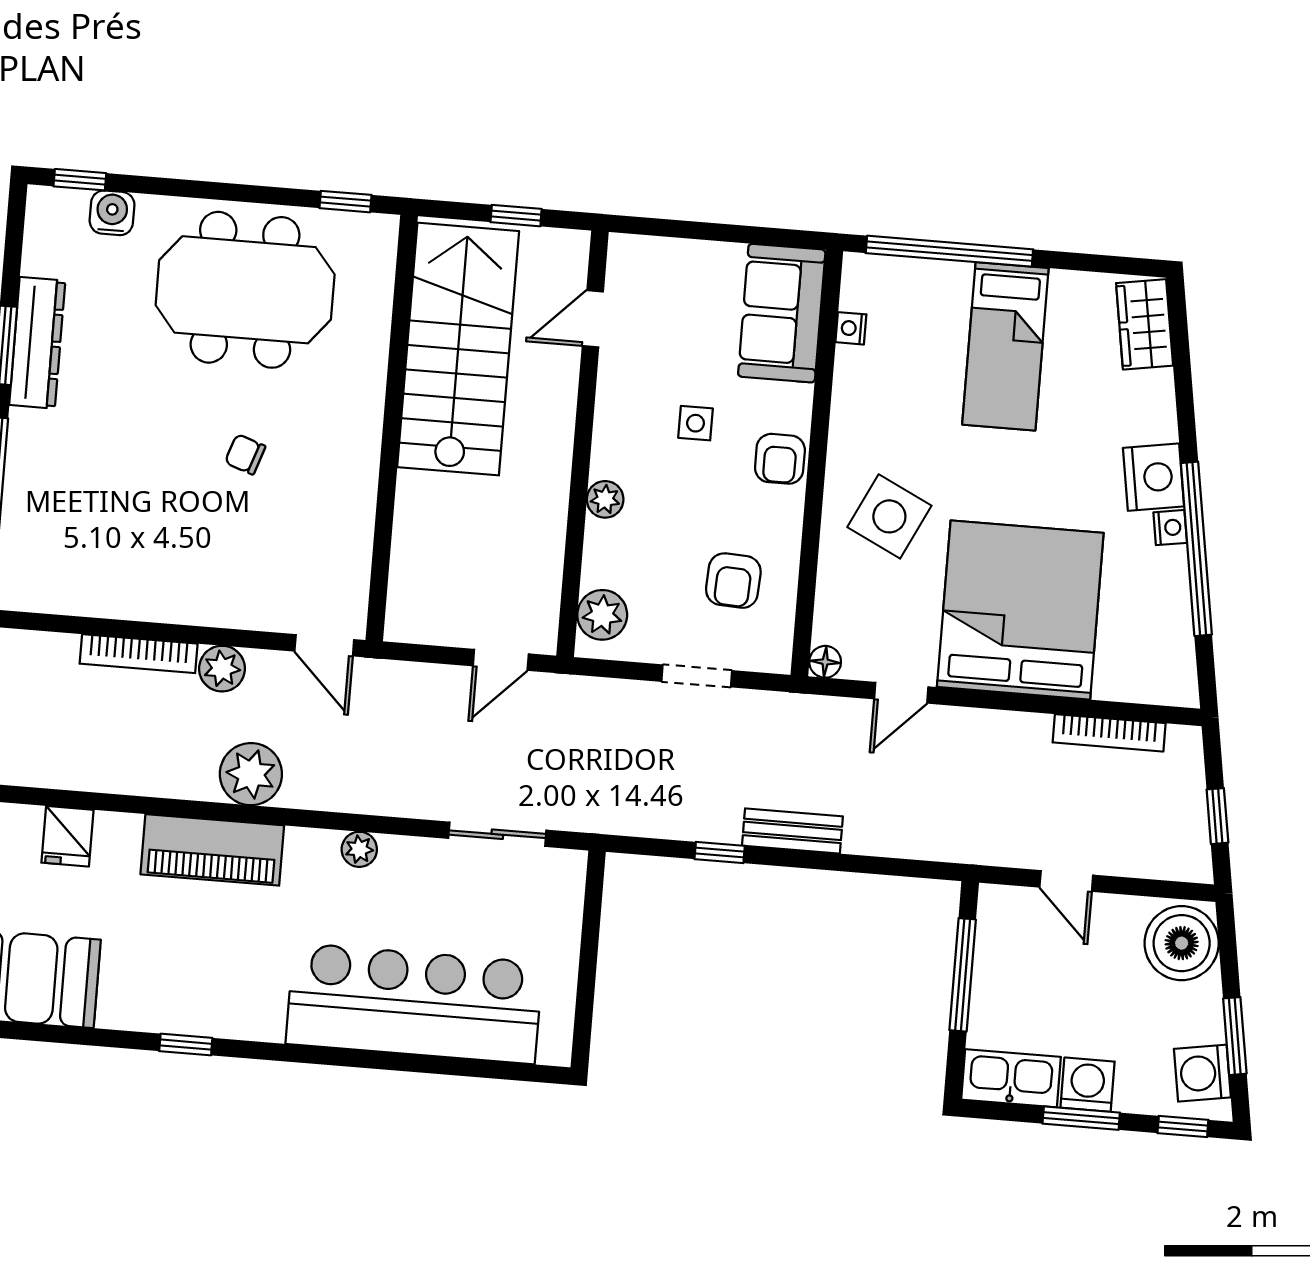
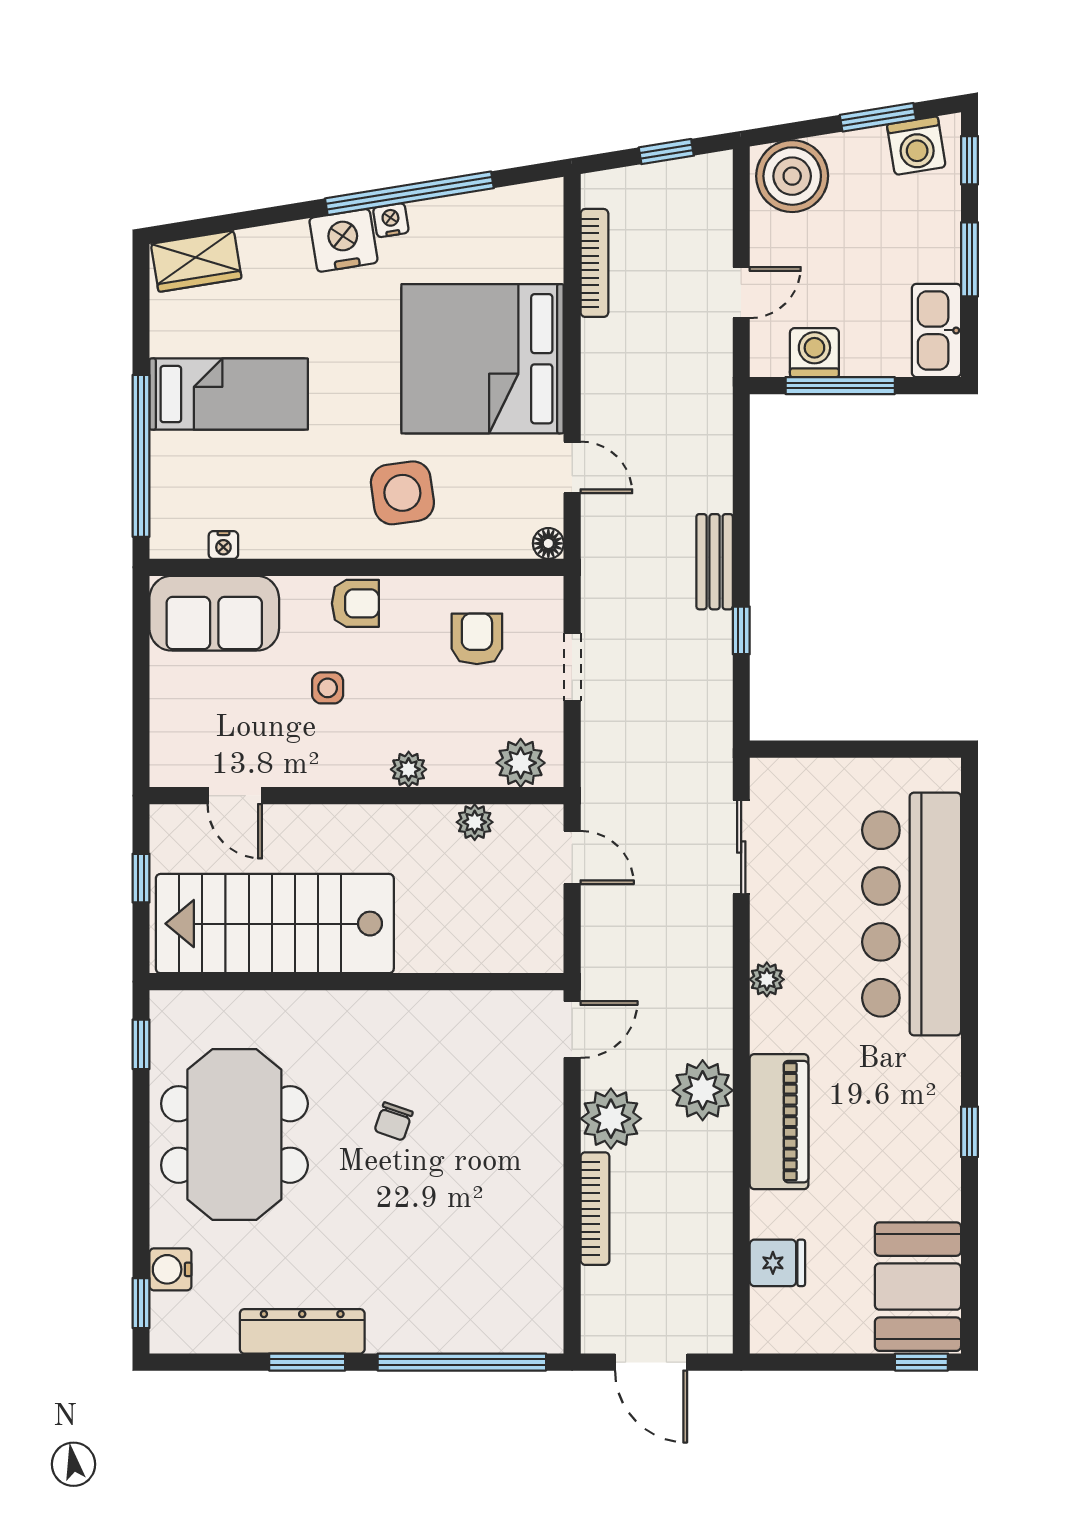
side table: (889, 516) -> (402, 493), turned -34
plant: (545, 563) -> (475, 822), added
armchair: (733, 581) -> (477, 639), turned -93
plant: (222, 669) -> (611, 1119), width x1.36, depth x1.36
washing machine: (1087, 1085) -> (814, 353), moved, turned 90

